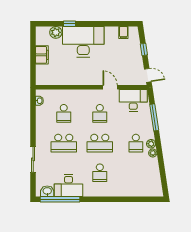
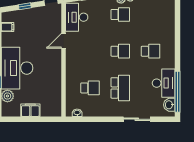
school desk: (100, 113) -> (90, 51), removed
school desk: (100, 143) -> (120, 51), width x0.54

